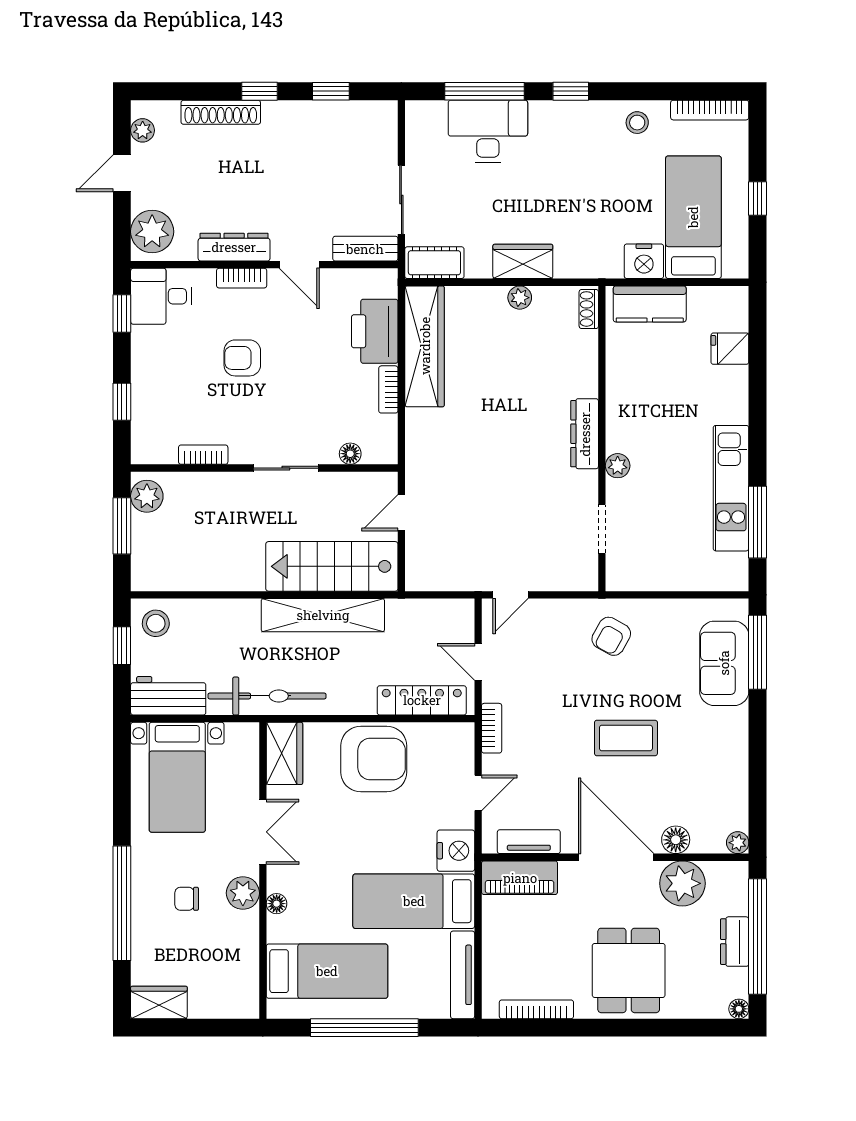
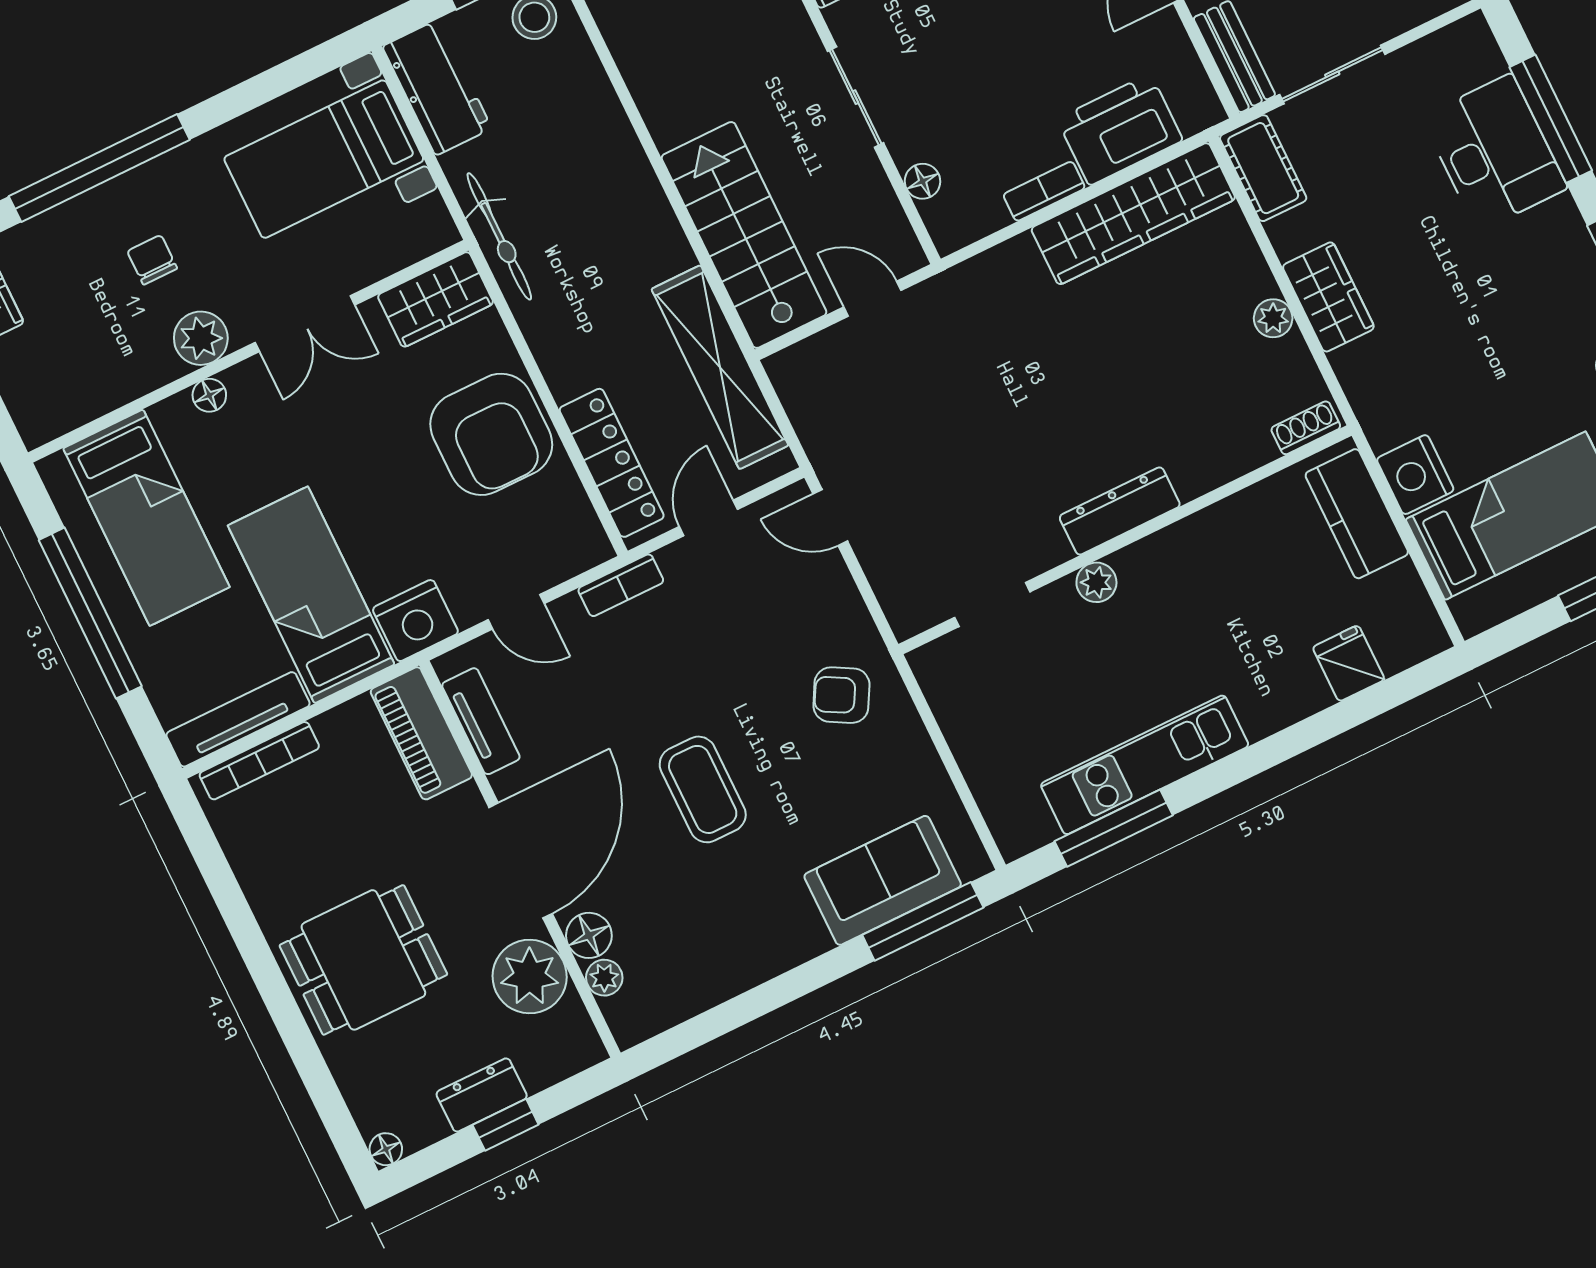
shelving: (323, 615) -> (720, 367), moved
bicycle: (267, 696) -> (499, 236), width x0.73, depth x0.71
plant: (738, 843) -> (604, 978), moved
window: (758, 936) -> (506, 1125), width x0.32
bookcase: (536, 1009) -> (259, 761), moved, turned 90

